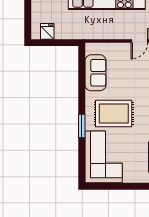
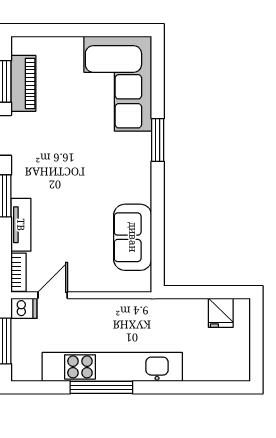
rug: (114, 113) -> (99, 163), removed

